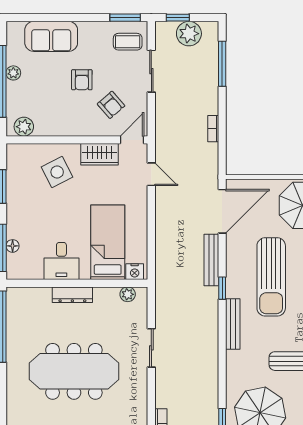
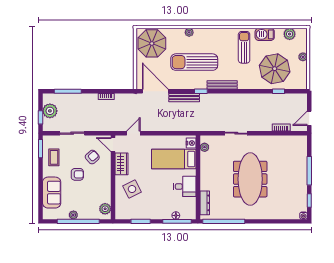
coffee table: (128, 42) -> (54, 157), moved
sun lounger: (271, 277) -> (194, 62), turned 180
dresser: (72, 295) -> (205, 203), moved

